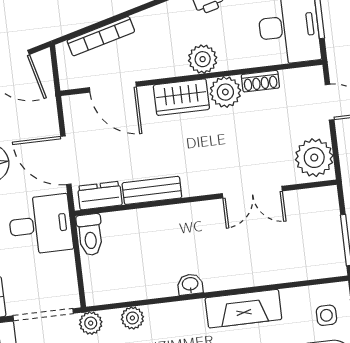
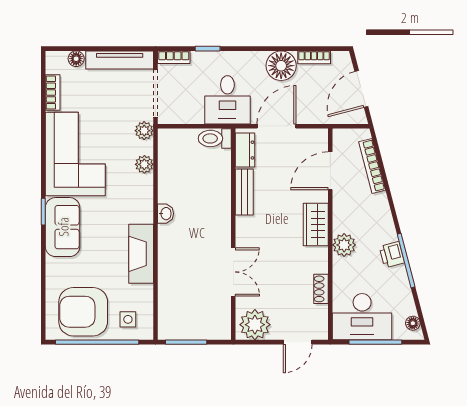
plant: (225, 92) -> (316, 260), removed
double door: (252, 192) -> (233, 272), swing flipped

